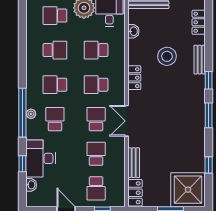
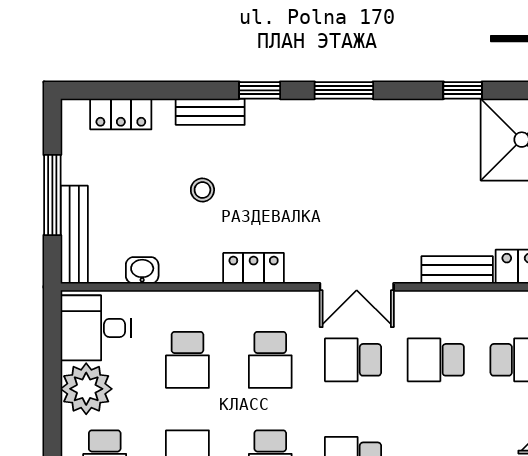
stool: (167, 56) -> (202, 190), width x0.53, depth x0.53

